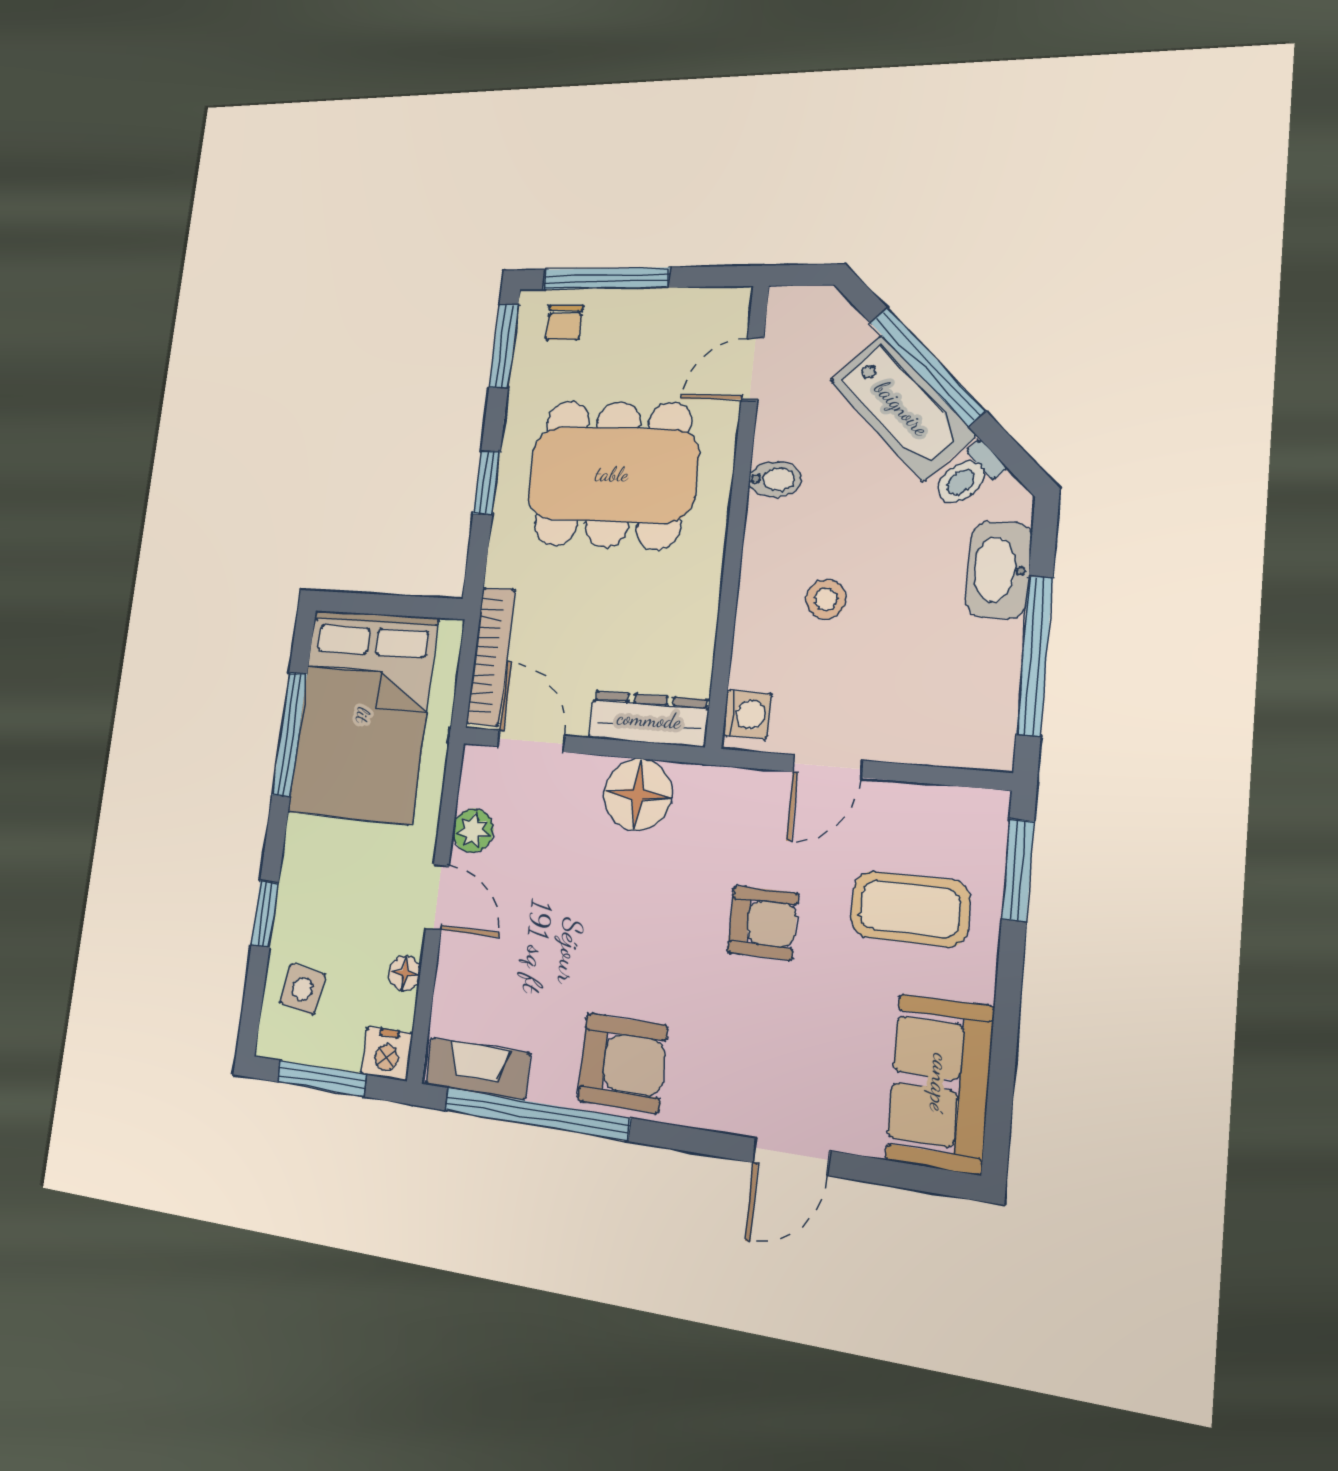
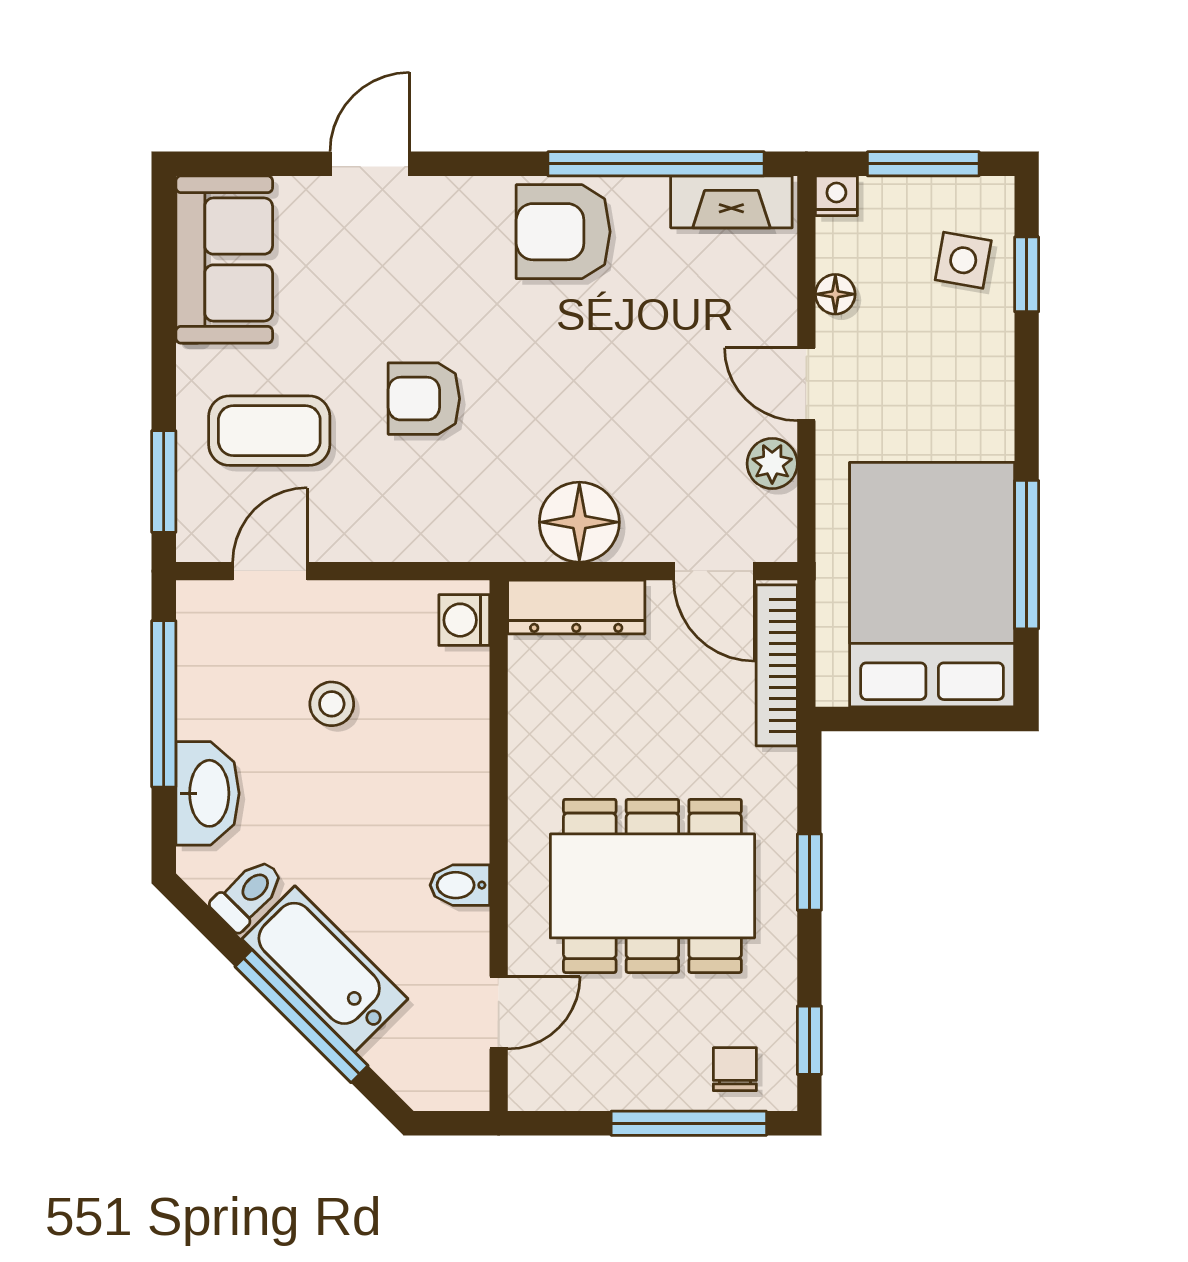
window: (504, 346) -> (809, 1040), width x0.67
stool: (826, 599) -> (332, 704), moved
door: (828, 766) -> (270, 571), moved
window: (265, 914) -> (1027, 274), moved
nightstand: (387, 1054) -> (836, 196), width x0.72, depth x0.74

